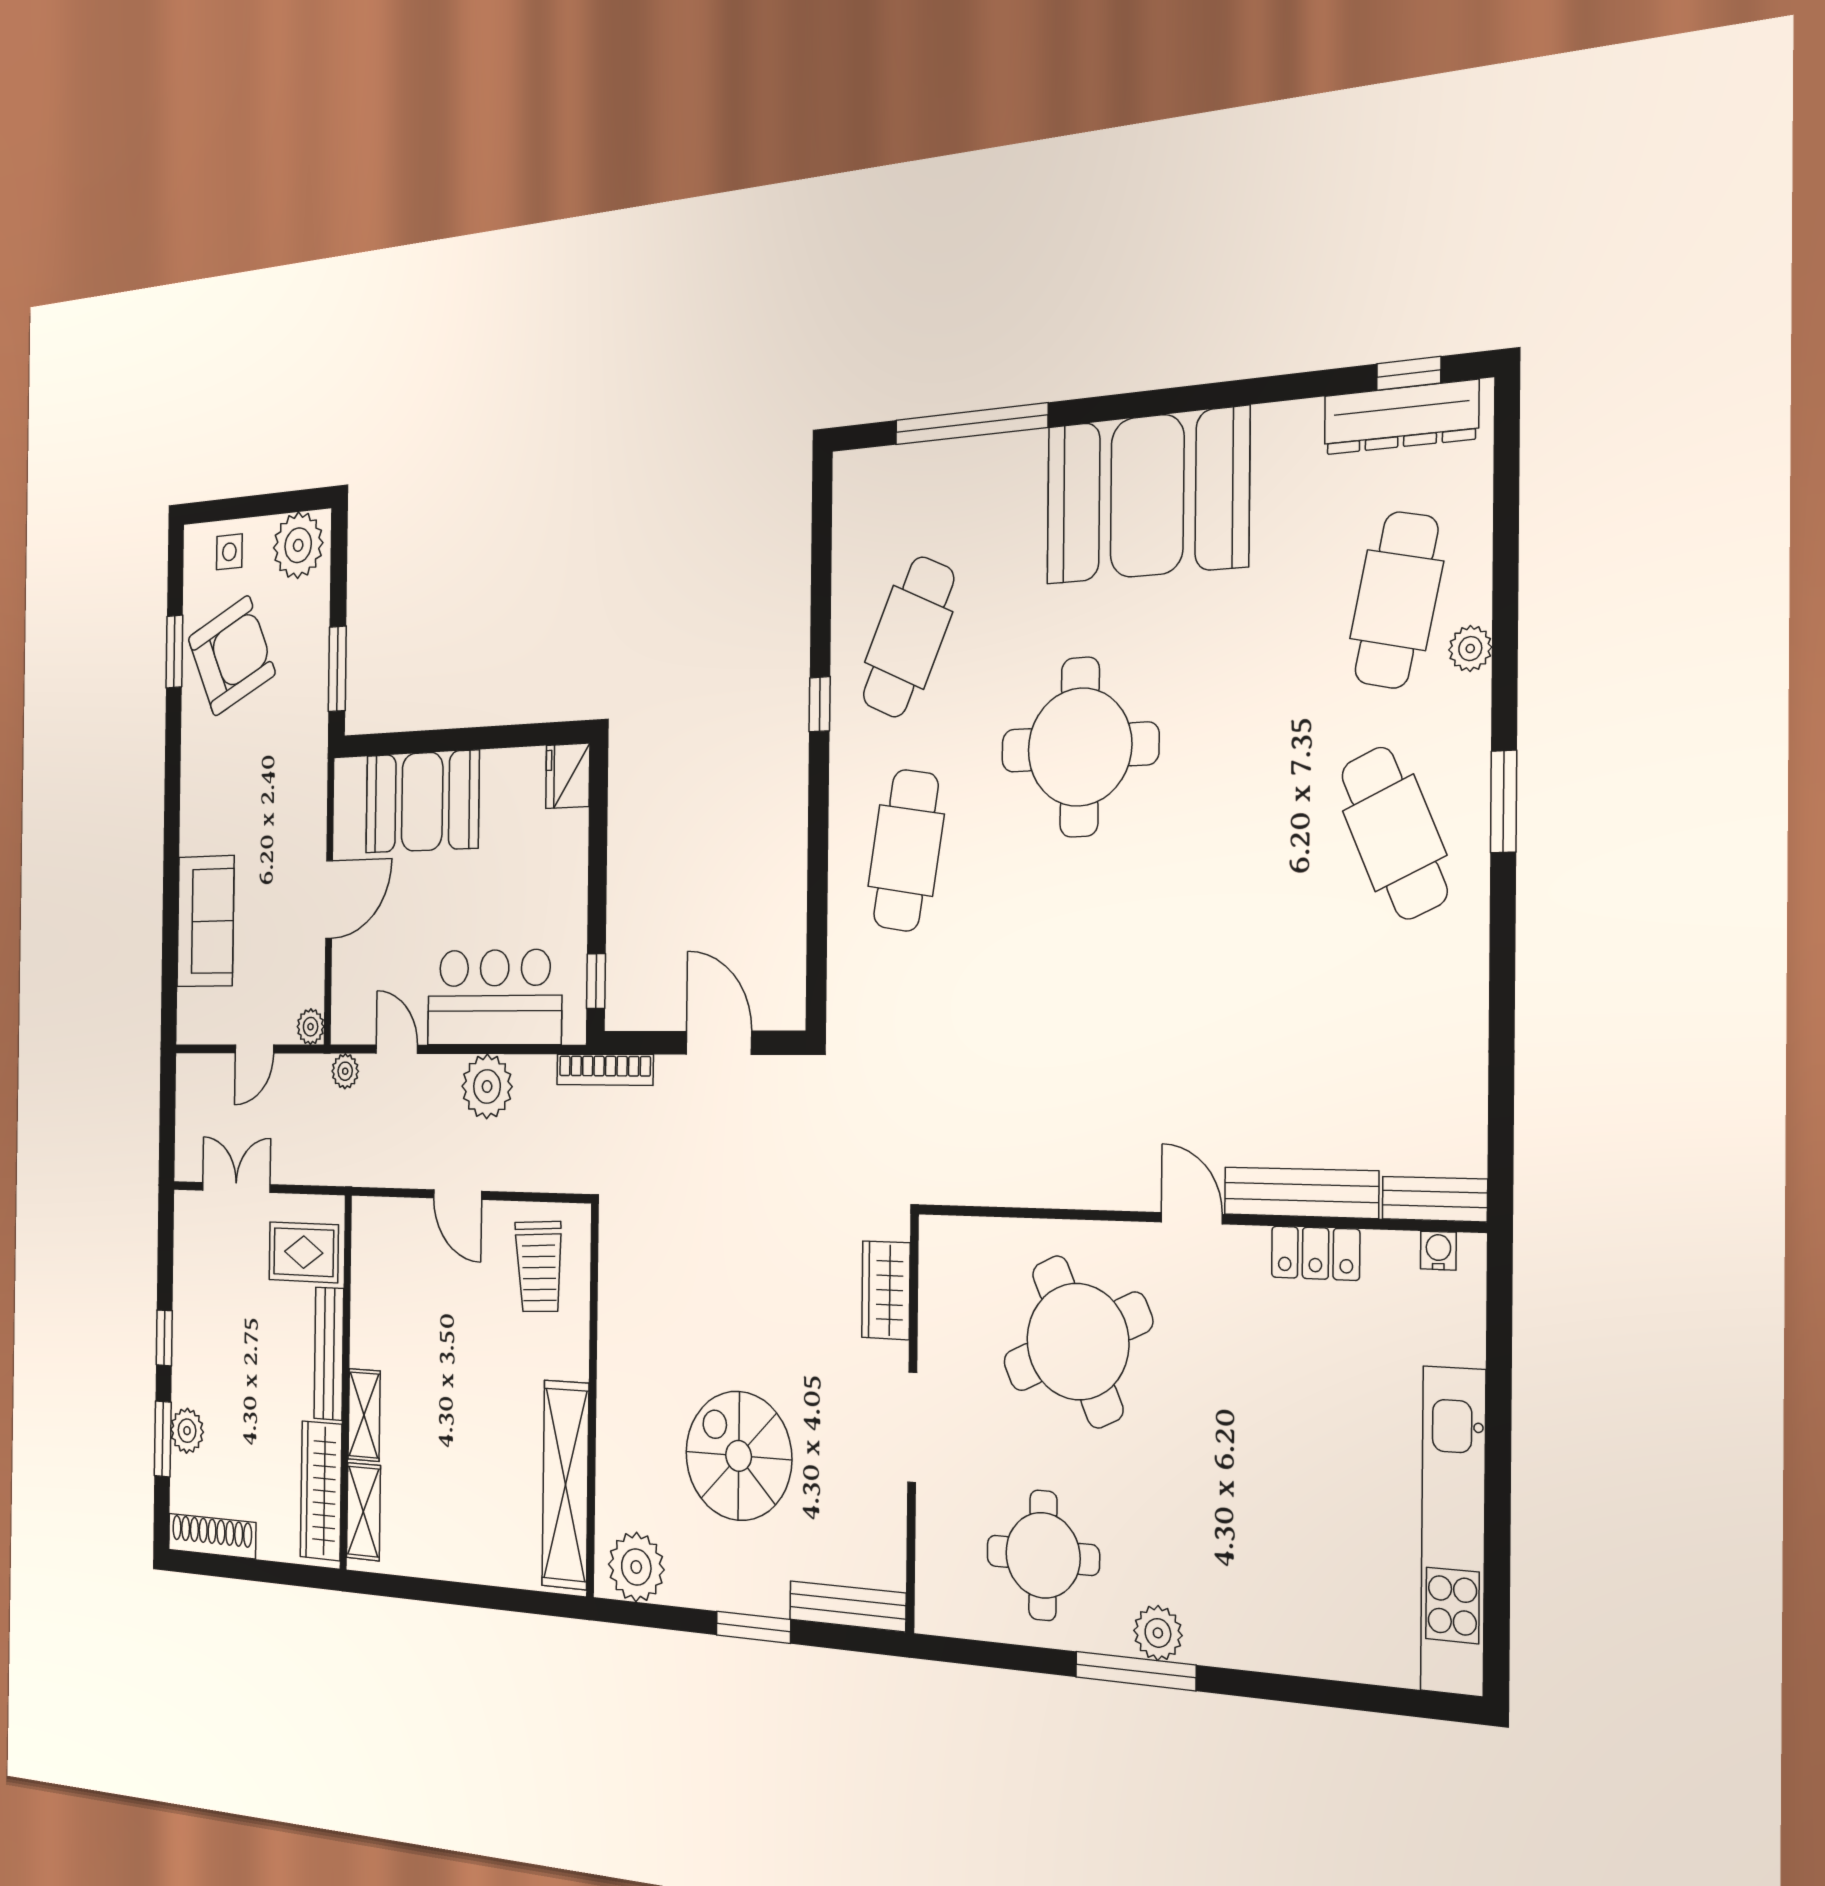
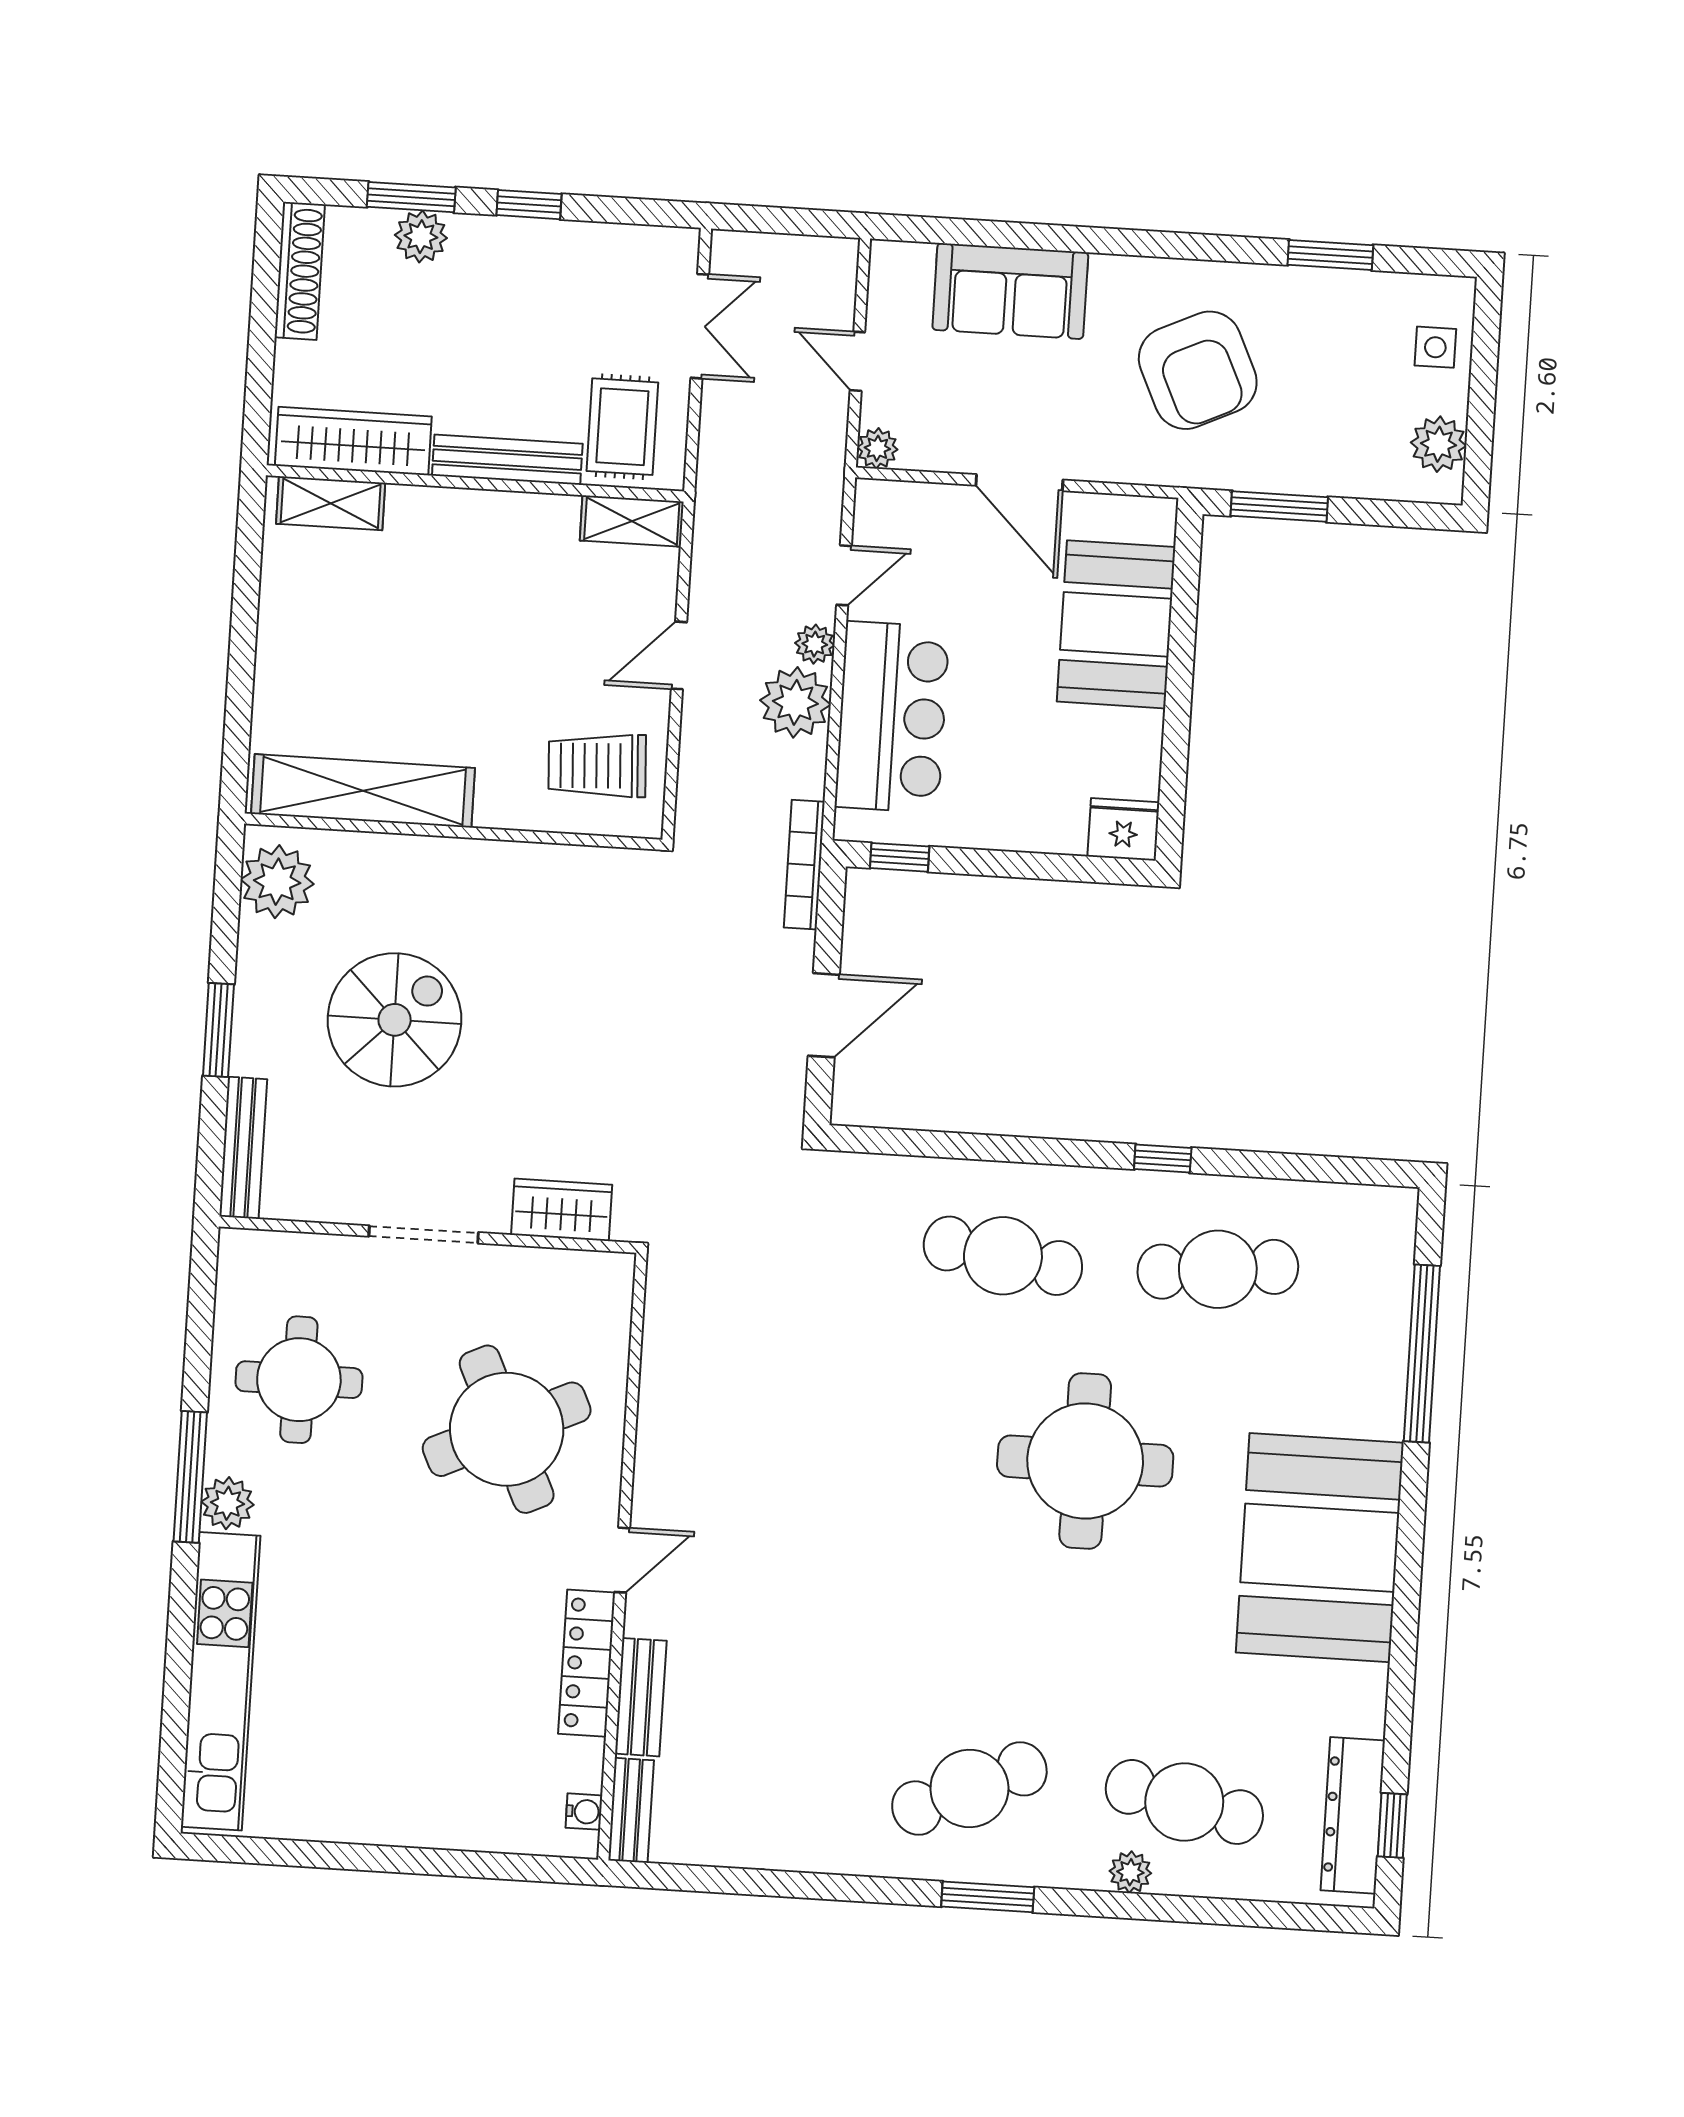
plant: (298, 545) -> (1439, 444), width x0.73, depth x0.73
cafe table: (908, 637) -> (1218, 1269), turned -30
armchair: (232, 656) -> (1198, 370), moved
plant: (345, 1071) -> (815, 644), moved
bench: (1301, 1193) -> (641, 1697), width x0.73
locker: (1315, 1253) -> (587, 1663), width x1.53
shelving: (364, 1415) -> (632, 521), moved
kitchen unit: (1453, 1530) -> (221, 1681), moved, turned 90

